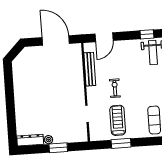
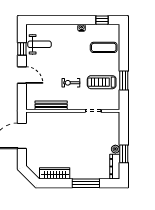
door: (104, 37) -> (22, 75), moved
wardrobe: (19, 78) -> (55, 173), added
window: (11, 111) -> (86, 183), added
window: (58, 148) -> (124, 154), moved

